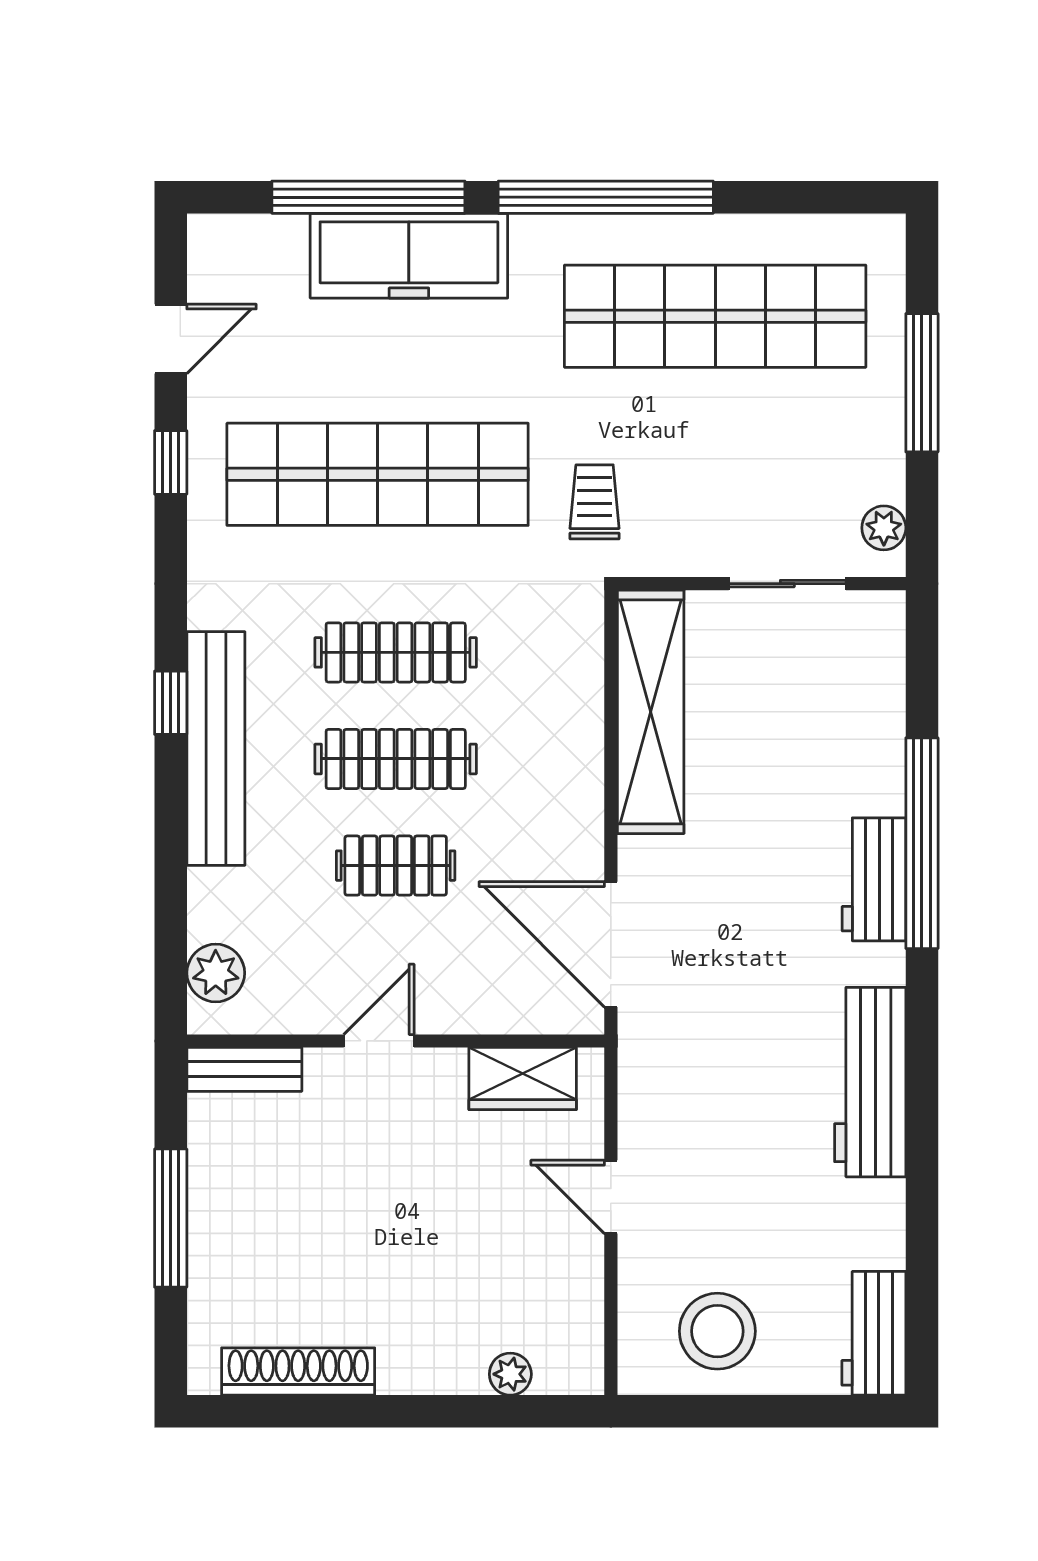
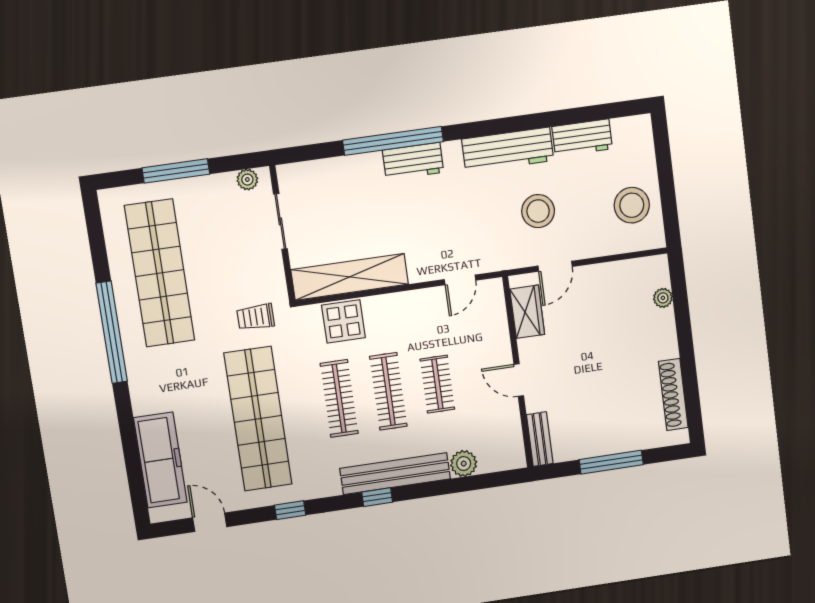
window: (368, 197) -> (129, 442), removed
freezer: (409, 256) -> (160, 460), moved
window: (171, 462) -> (290, 510), moved
display table: (558, 685) -> (343, 321), added
door: (611, 944) -> (460, 280), width x0.53
plant: (216, 973) -> (464, 464), moved
stool: (733, 1129) -> (538, 211), added
door: (611, 1197) -> (555, 266), moved
workbench: (874, 1333) -> (582, 138), moved

